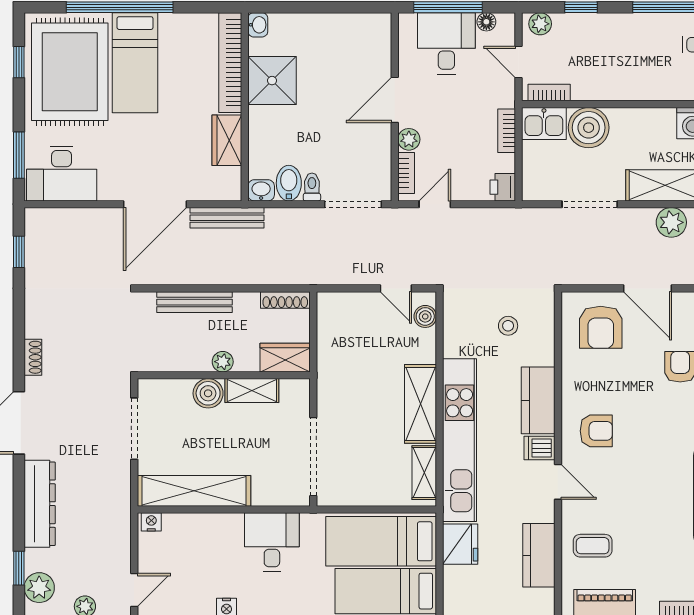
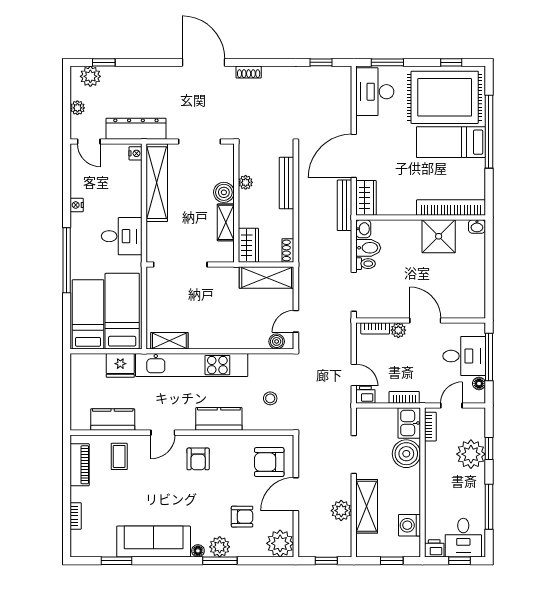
plant: (540, 24) -> (471, 454), moved, width x1.88, depth x1.88
wardrobe: (227, 140) -> (366, 198), moved, turned 90
door: (155, 204) -> (354, 156), hinge flipped
door: (435, 204) -> (354, 375), moved
shoe rack: (285, 300) -> (288, 250), width x0.70
plant: (223, 362) -> (246, 182), moved
shelving: (421, 404) -> (267, 278), moved
dishwasher: (539, 448) -> (186, 420), removed
dresser: (40, 504) -> (136, 129), moved, turned 180

